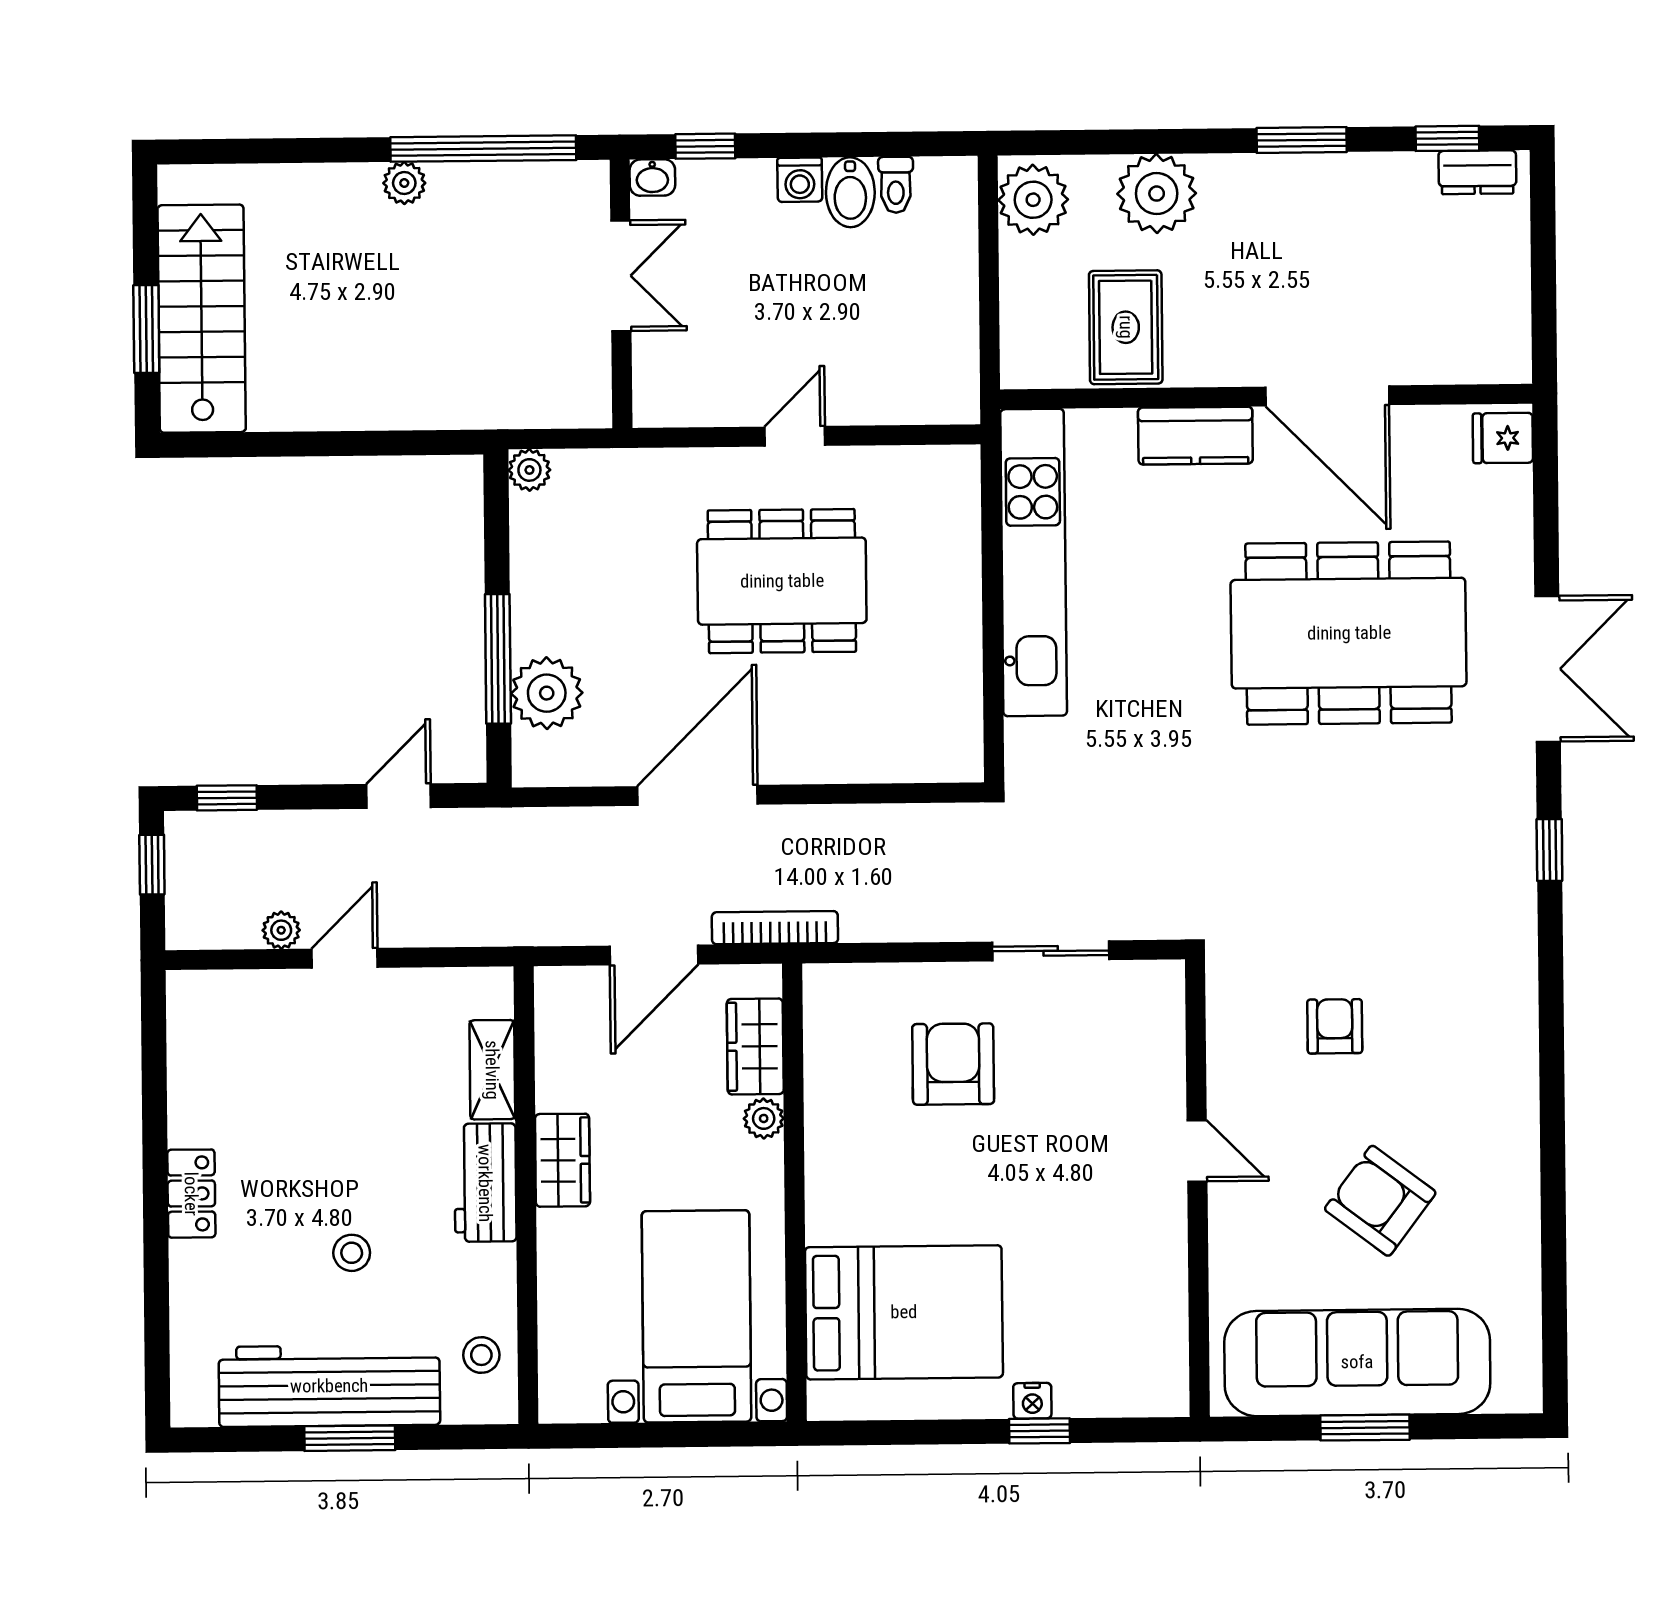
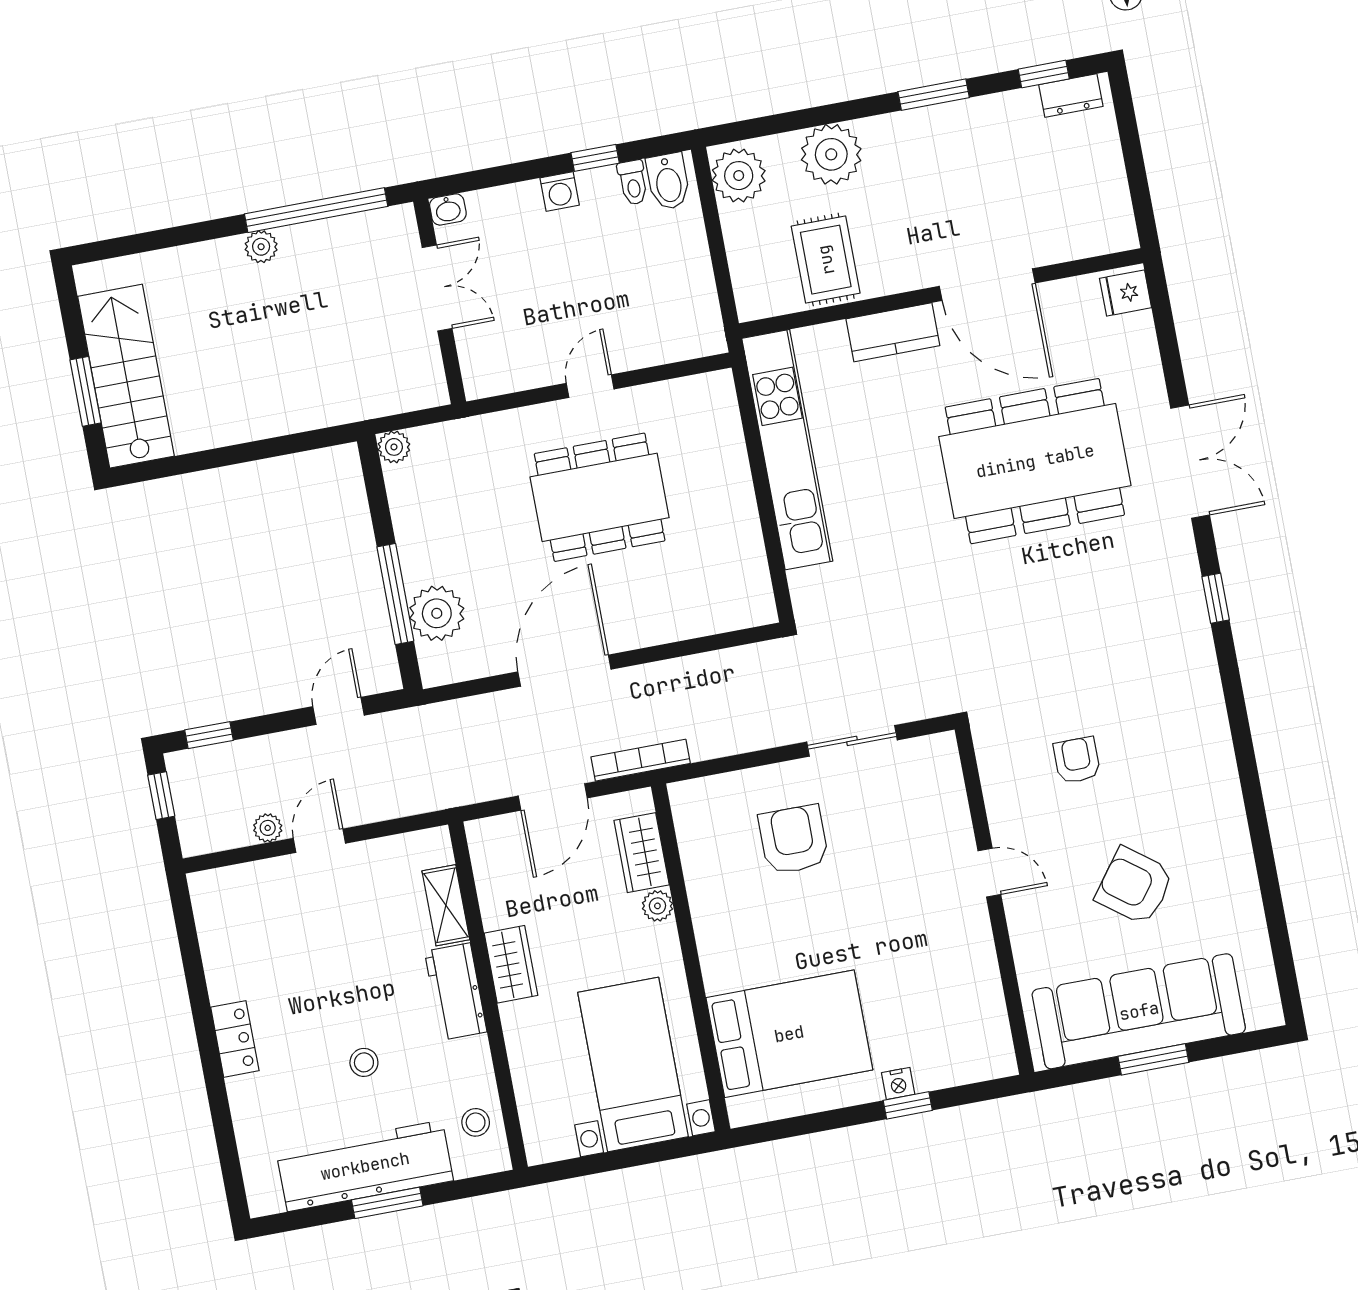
window: (705, 146) -> (595, 158), moved
bidet: (850, 192) -> (668, 181), moved

